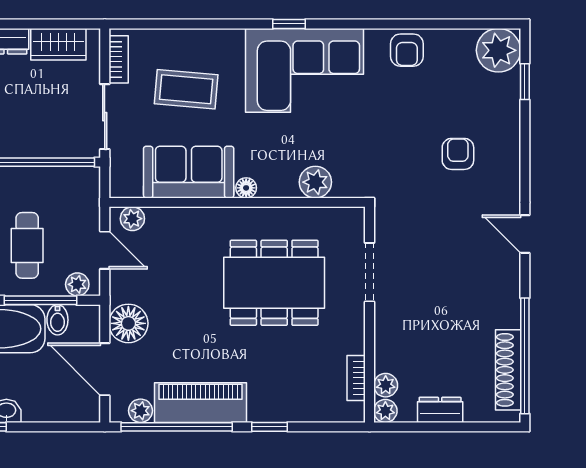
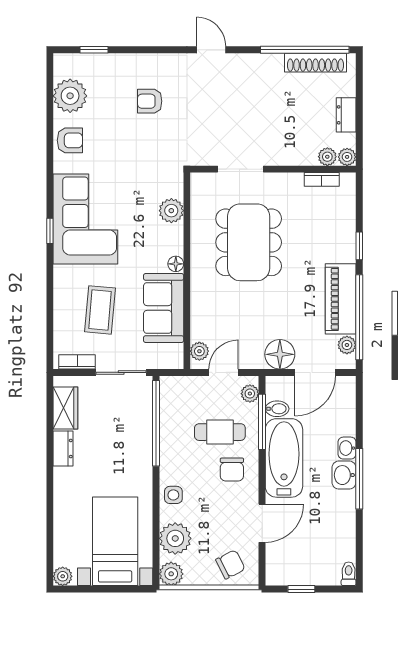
plant: (498, 50) -> (70, 96), moved
door: (525, 234) -> (211, 50), swing flipped

